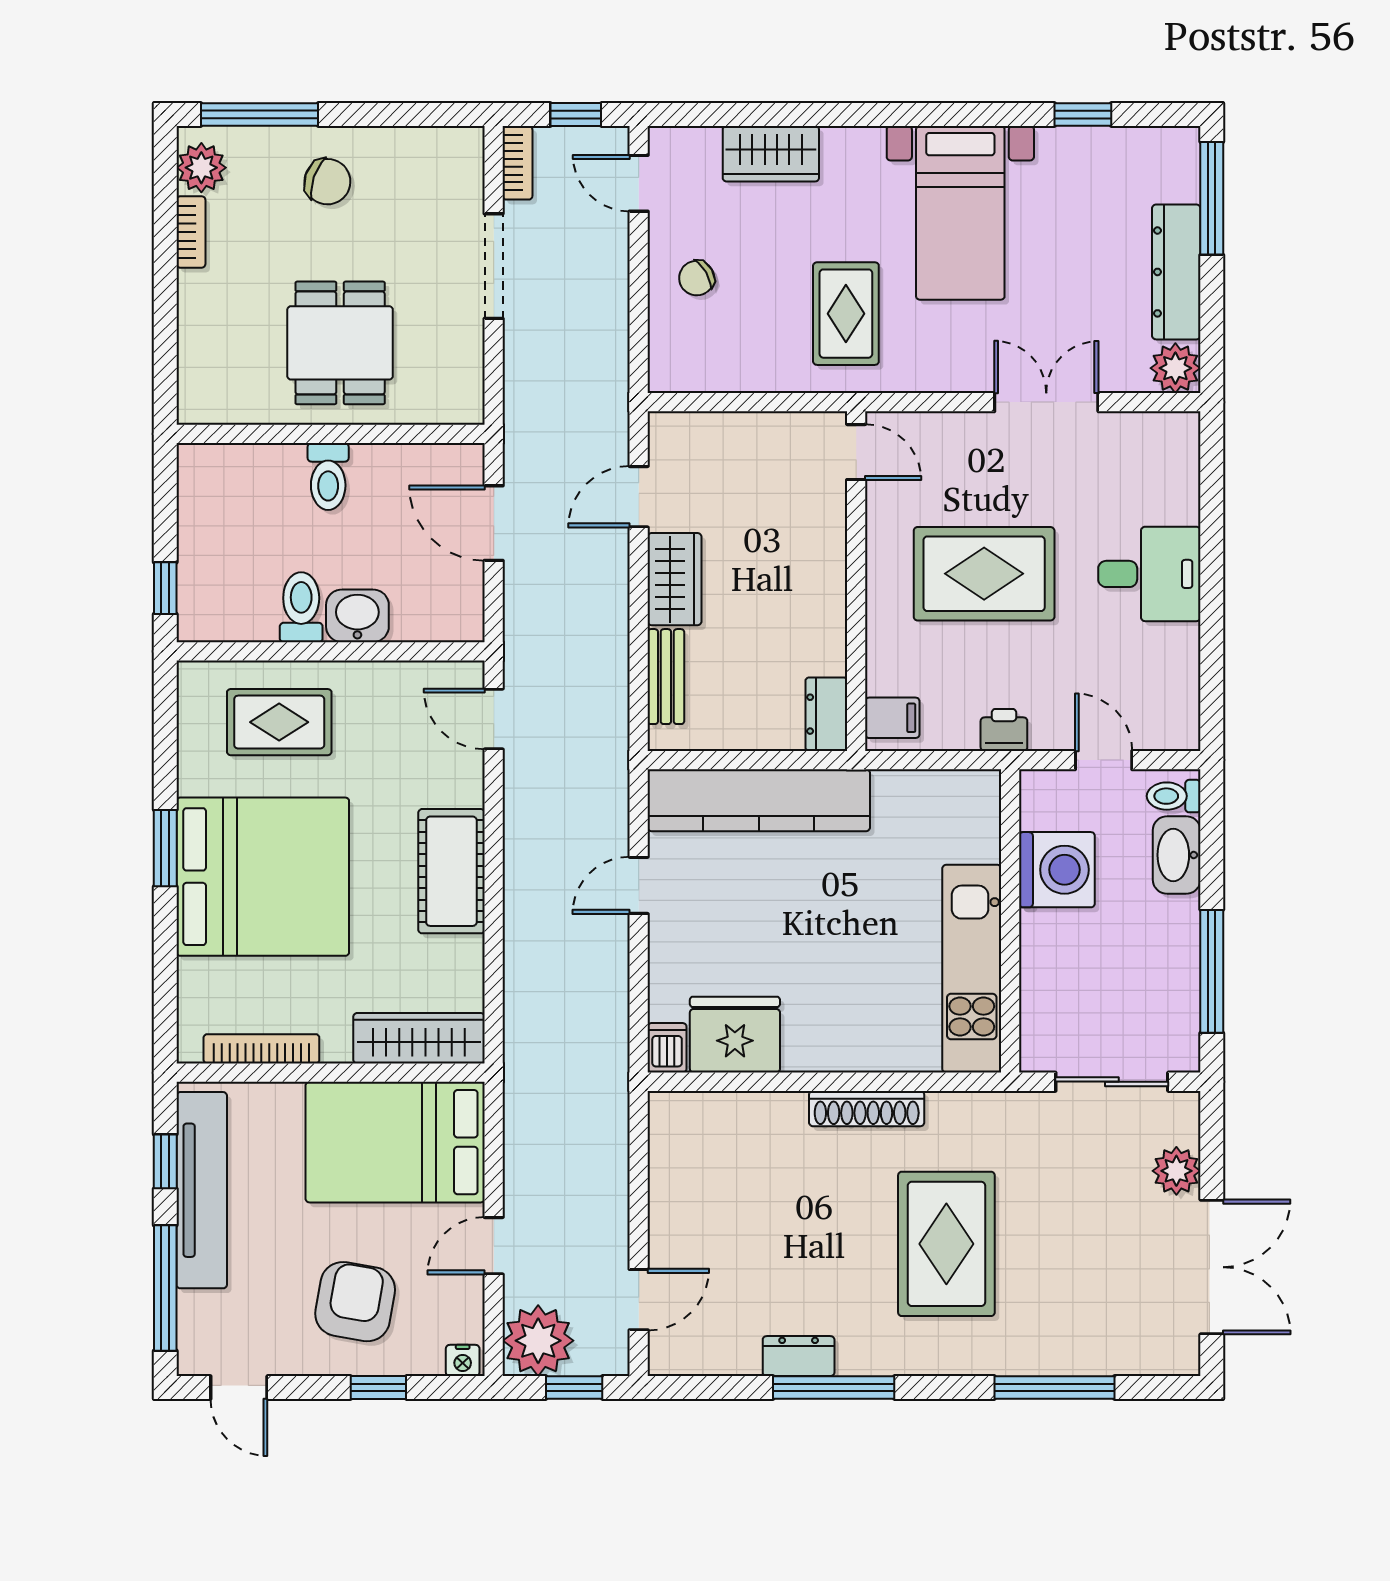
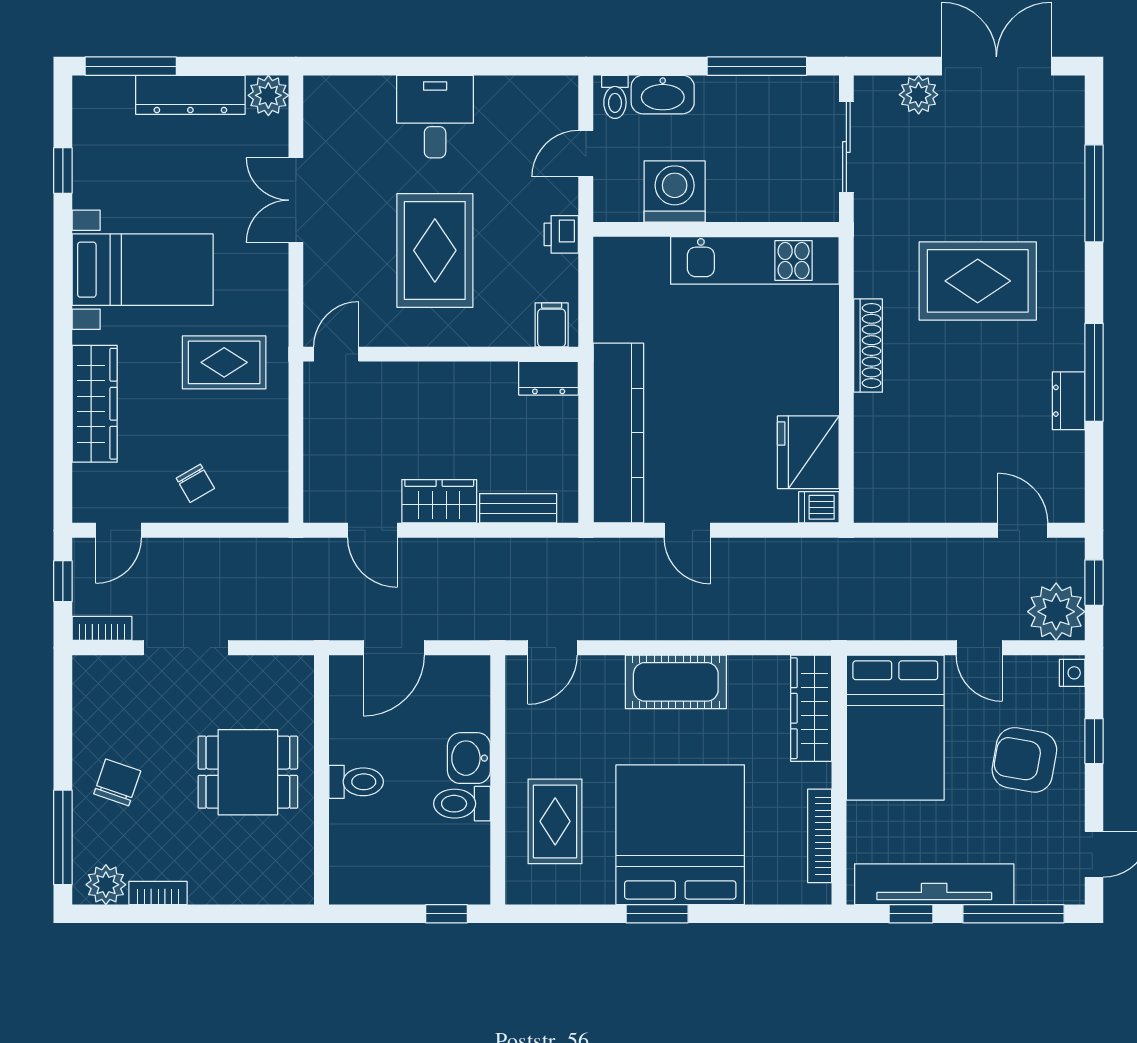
wardrobe: (771, 154) -> (95, 404), width x1.50

